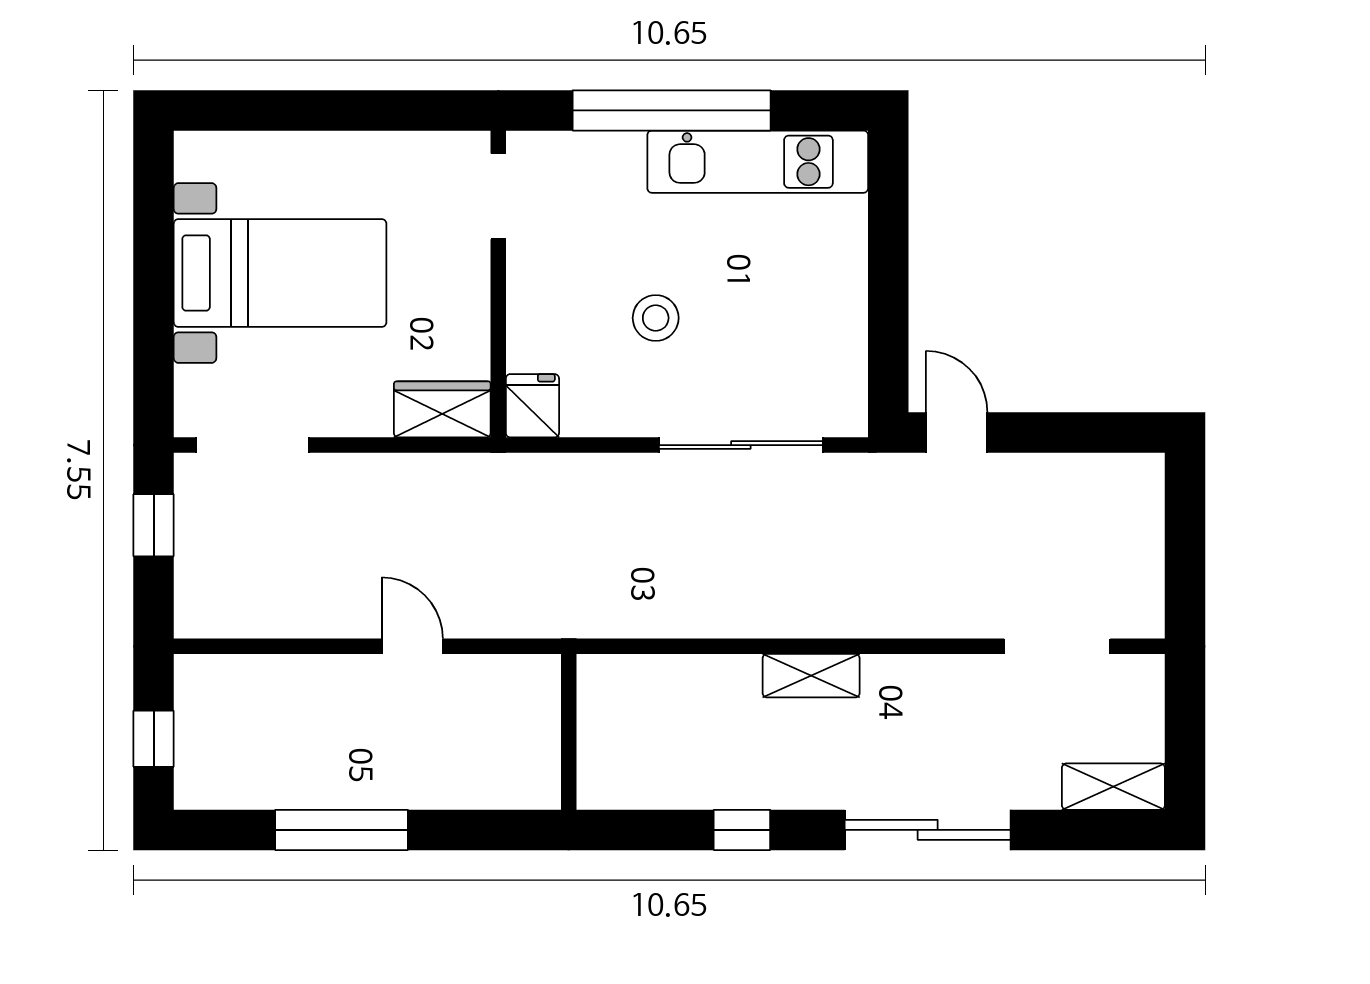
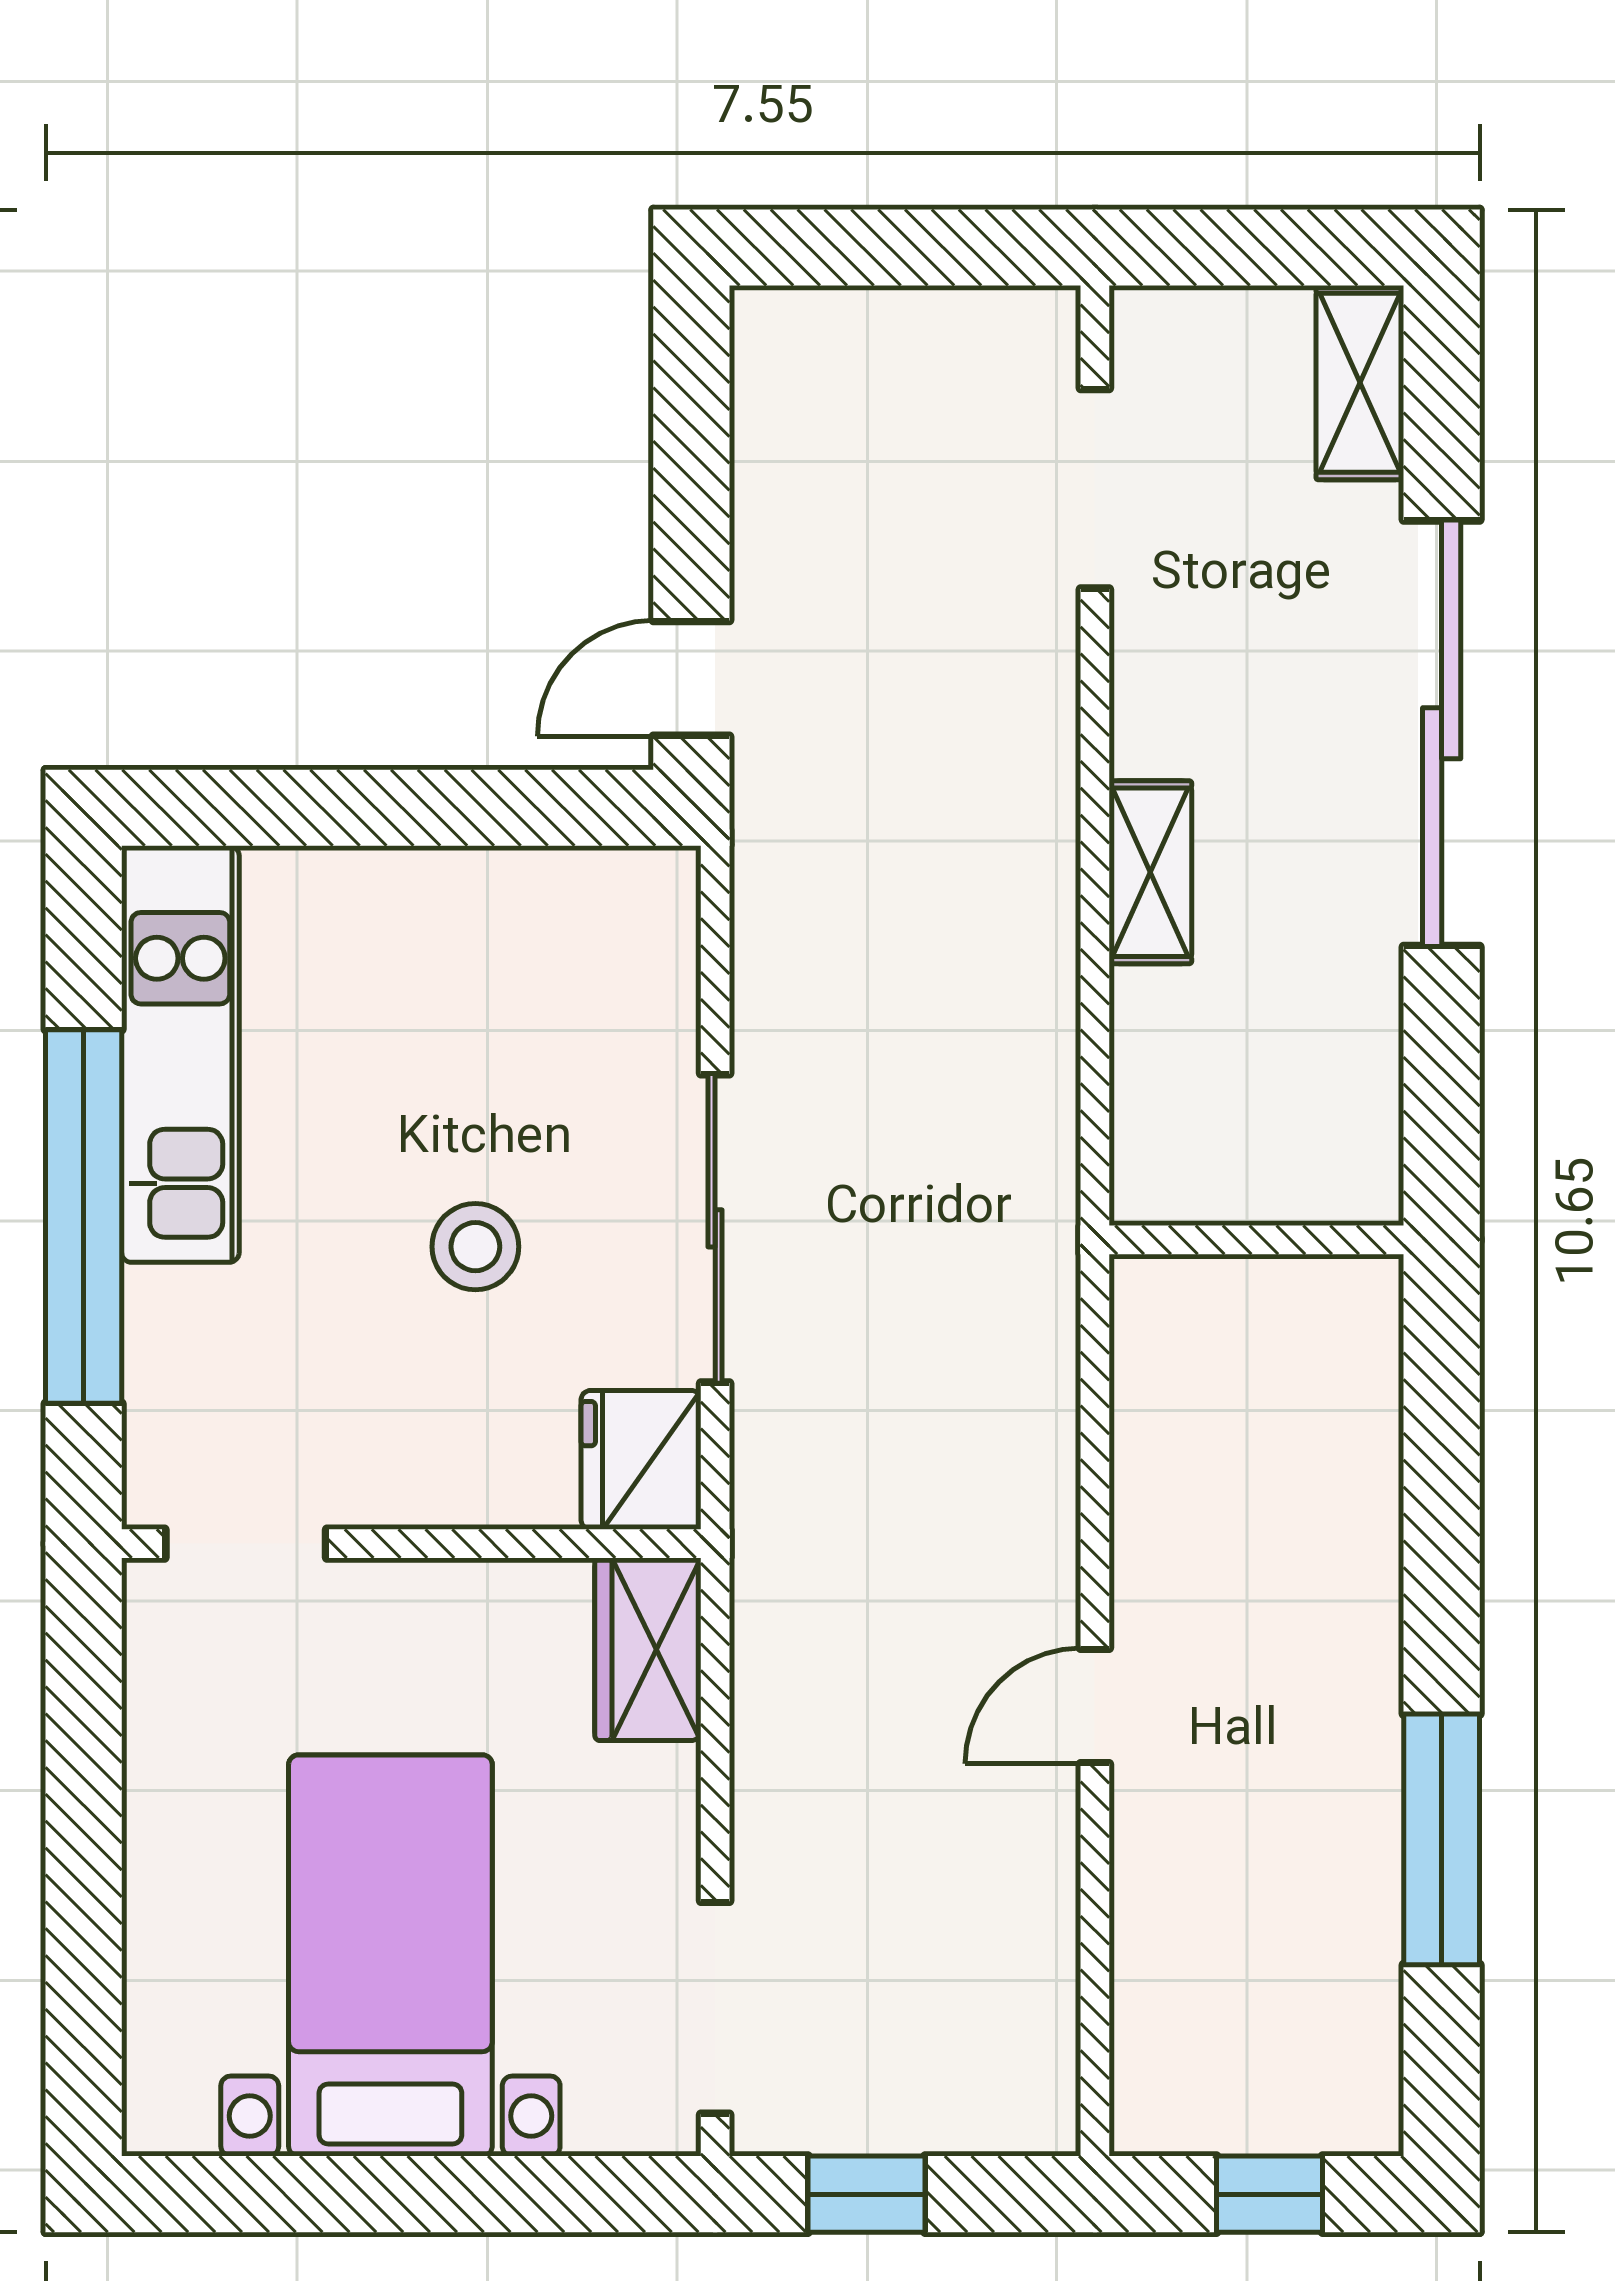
fridge: (532, 406) -> (641, 1460), width x1.38
sliding door: (741, 445) -> (715, 1228), moved
shelving: (811, 676) -> (1150, 872), moved
wall: (569, 732) -> (1256, 1240), moved
window: (742, 830) -> (1442, 1084), removed
sliding door: (928, 830) -> (1442, 733), width x1.36

